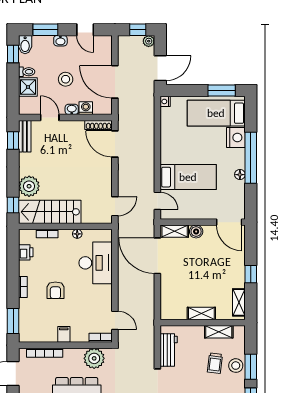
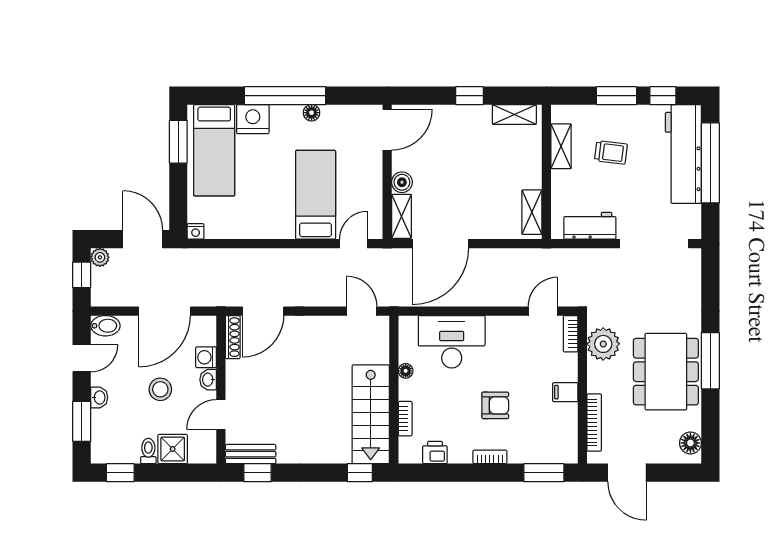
bidet: (25, 45) -> (105, 326), moved
plant: (29, 186) -> (330, 447), removed
shelving: (201, 313) -> (532, 212), moved
stool: (236, 366) -> (615, 119), removed

